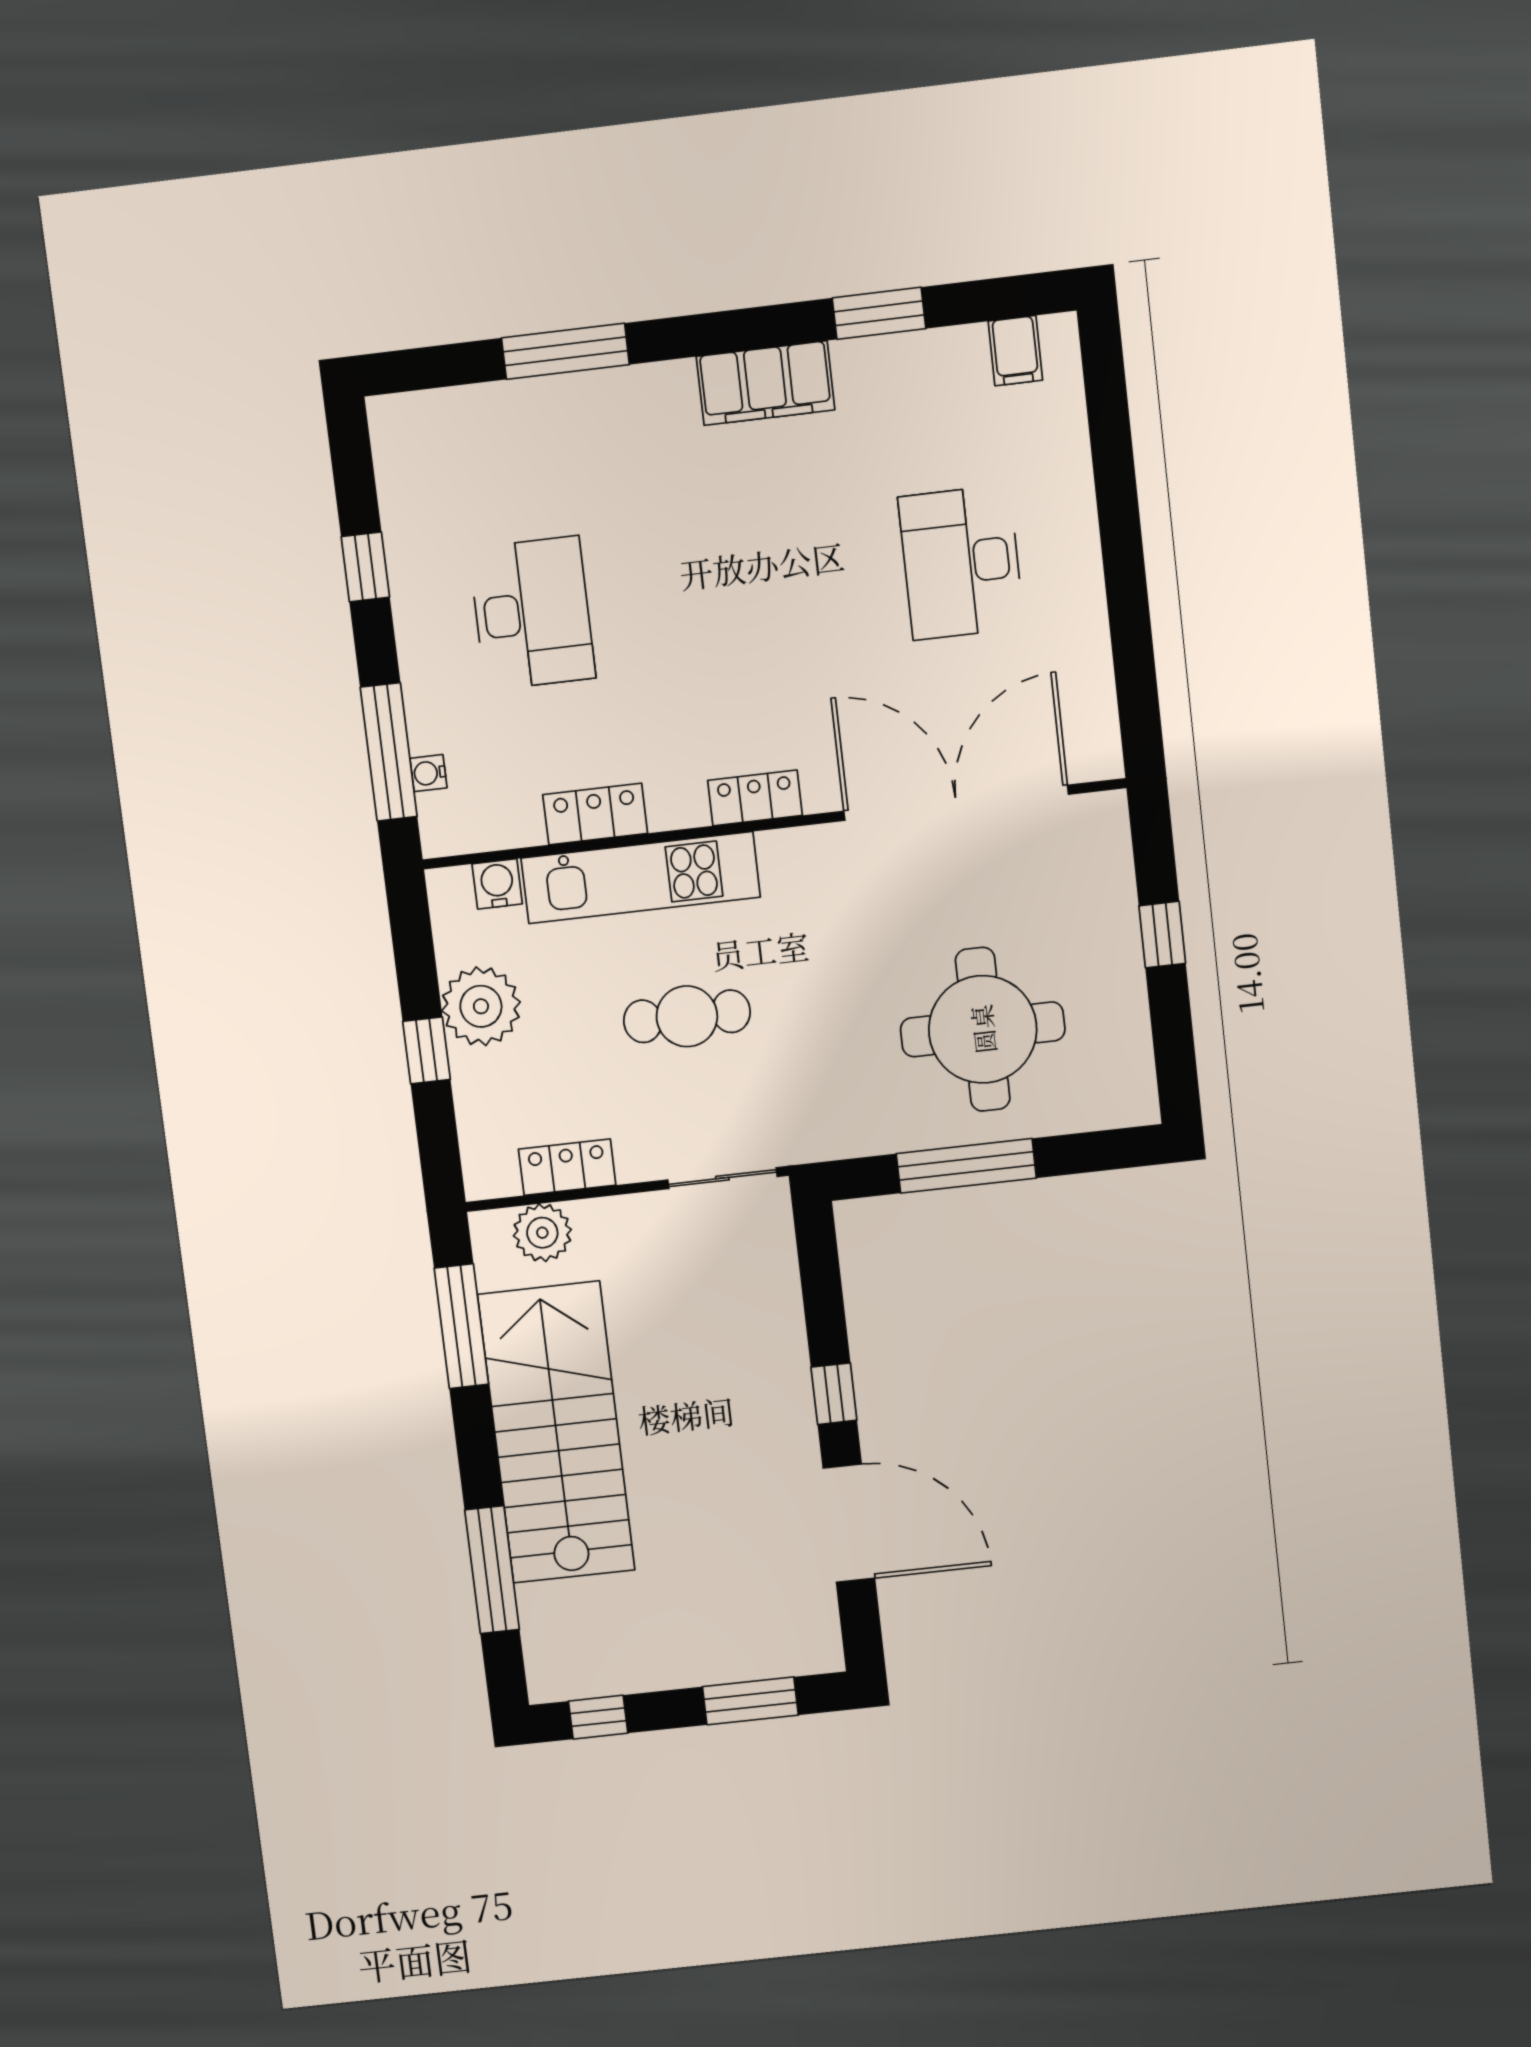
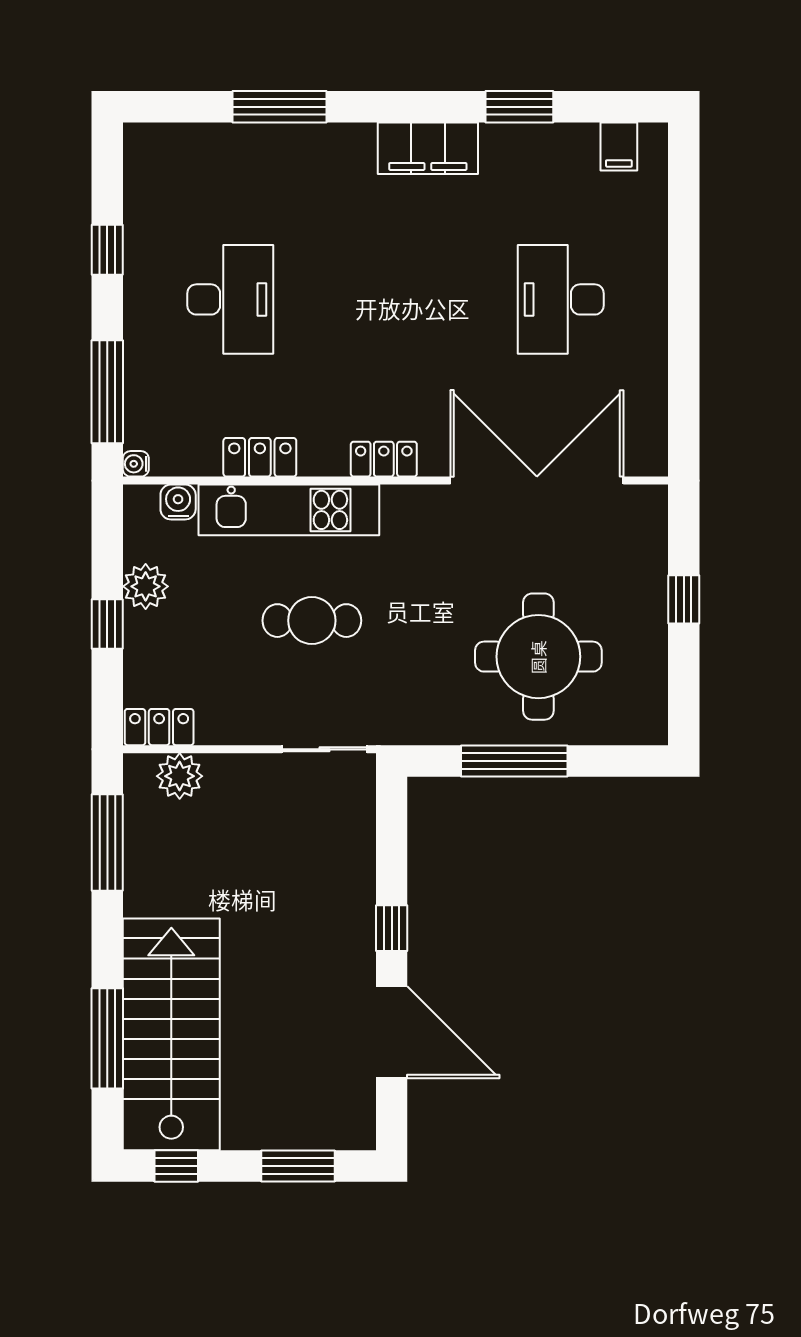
water cooler: (428, 773) -> (136, 464), moved
plant: (481, 1006) -> (146, 586), width x0.73, depth x0.73
locker: (567, 1167) -> (159, 727), moved
stairs: (556, 1433) -> (171, 1034), moved

